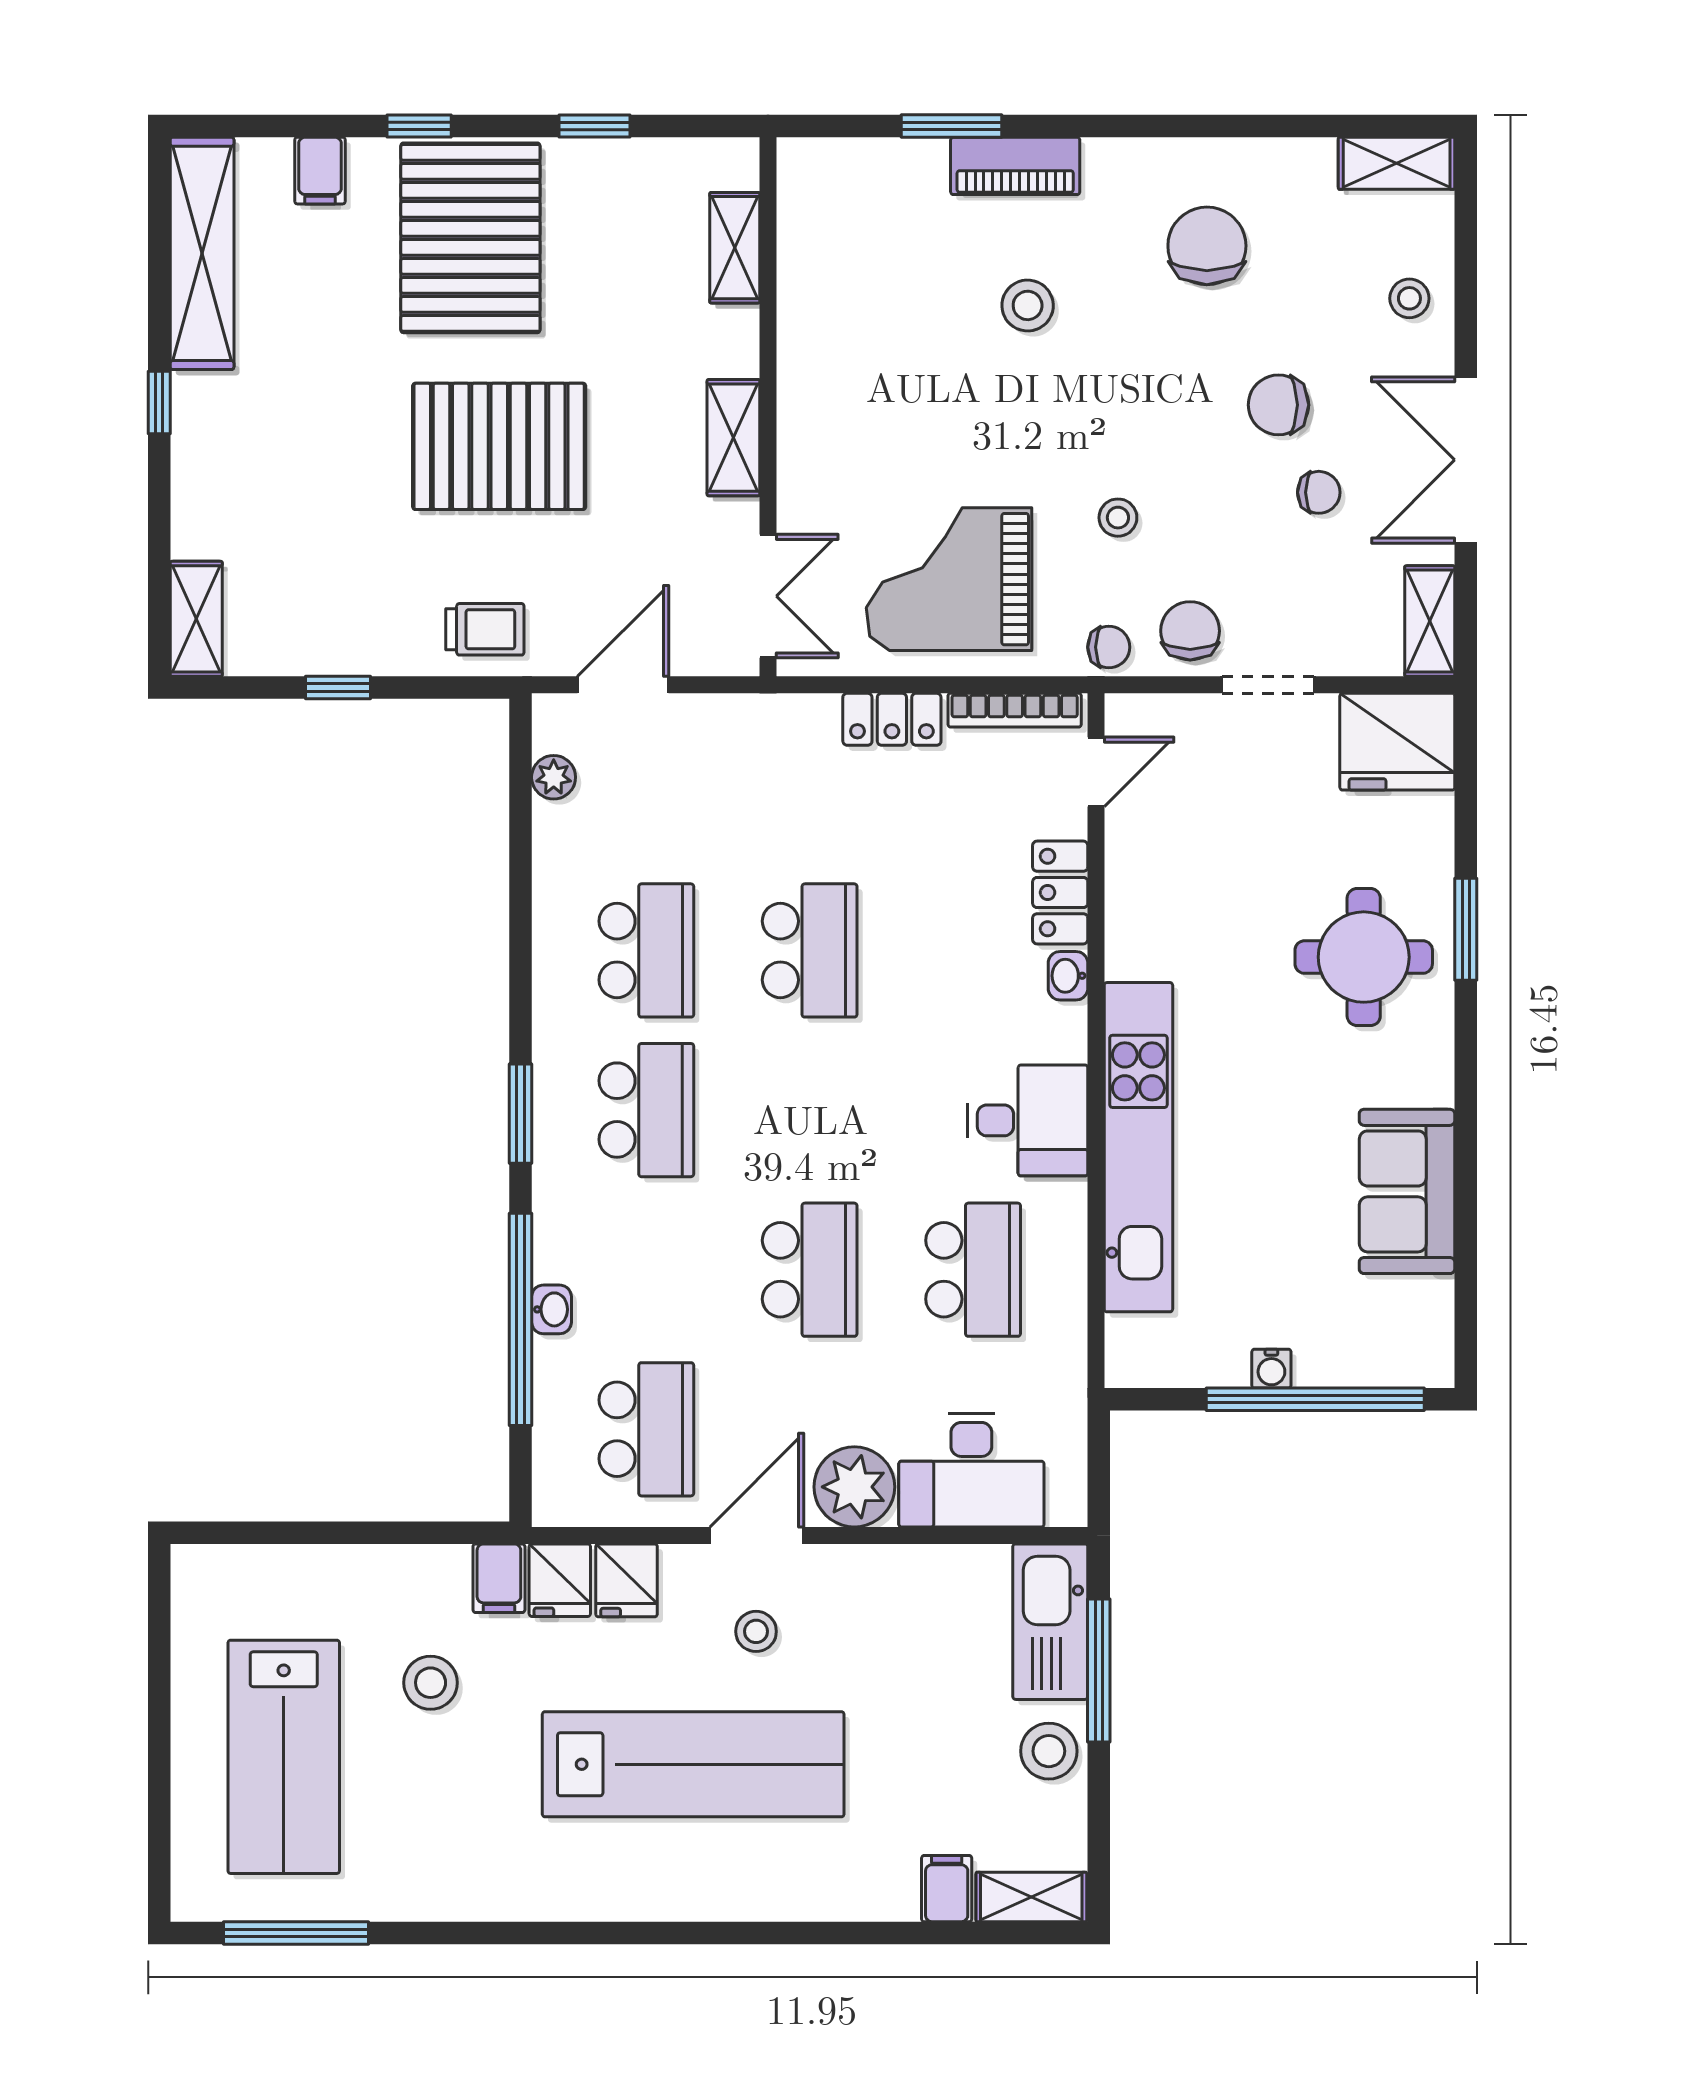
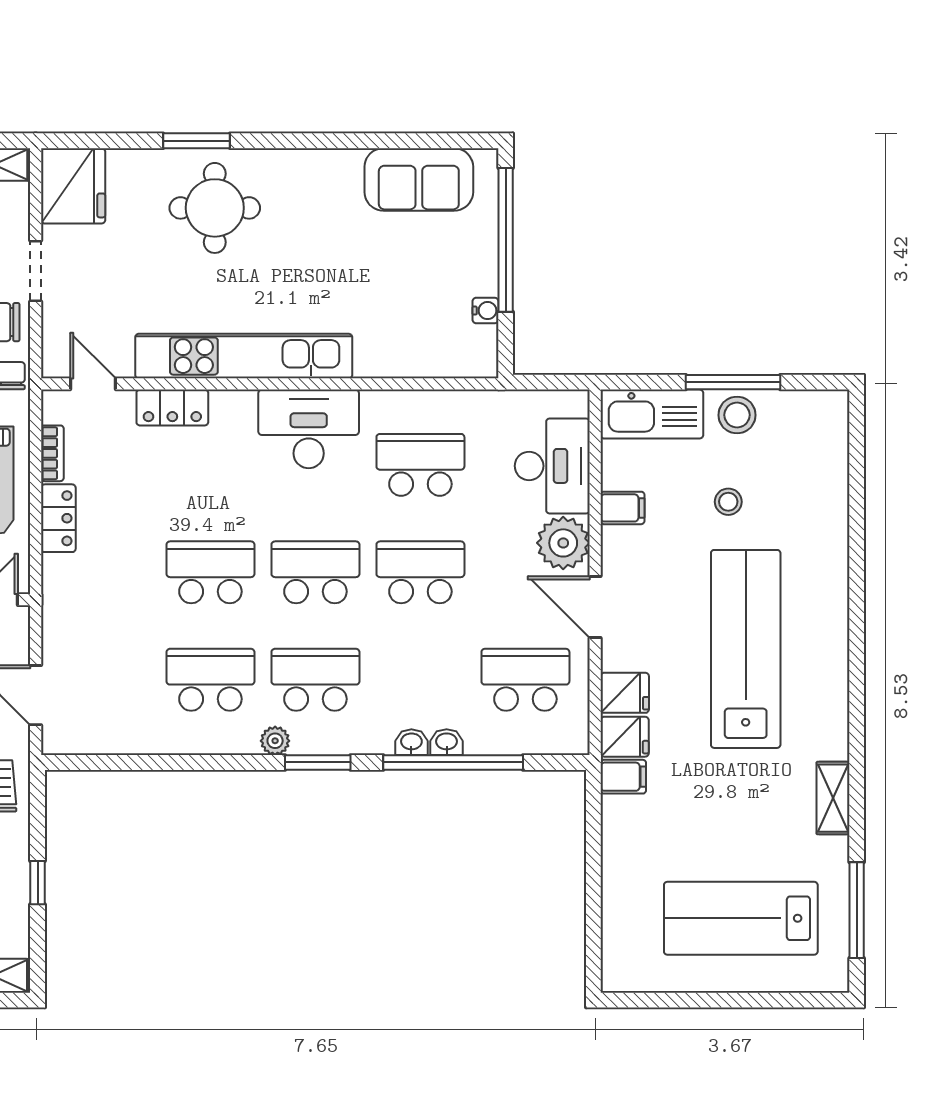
bookcase: (1015, 710) -> (52, 453), width x0.64
plant: (554, 777) -> (275, 741), moved
washbasin: (1068, 976) -> (411, 742), moved, turned 180
school desk: (810, 1110) -> (315, 572), added
desk: (1028, 1120) -> (309, 429), width x1.37
kitchen unit: (1138, 1147) -> (244, 356), moved
sofa: (1407, 1191) -> (419, 179), moved
water cooler: (1271, 1369) -> (485, 311), moved
stool: (756, 1631) -> (728, 502), moved
window: (1099, 1670) -> (733, 382), moved
stool: (431, 1683) -> (692, 822), removed
lab bench: (284, 1757) -> (741, 918), turned 180
filing cabinet: (947, 1889) -> (623, 508), moved, turned 180
shelving: (1031, 1897) -> (833, 798), moved

